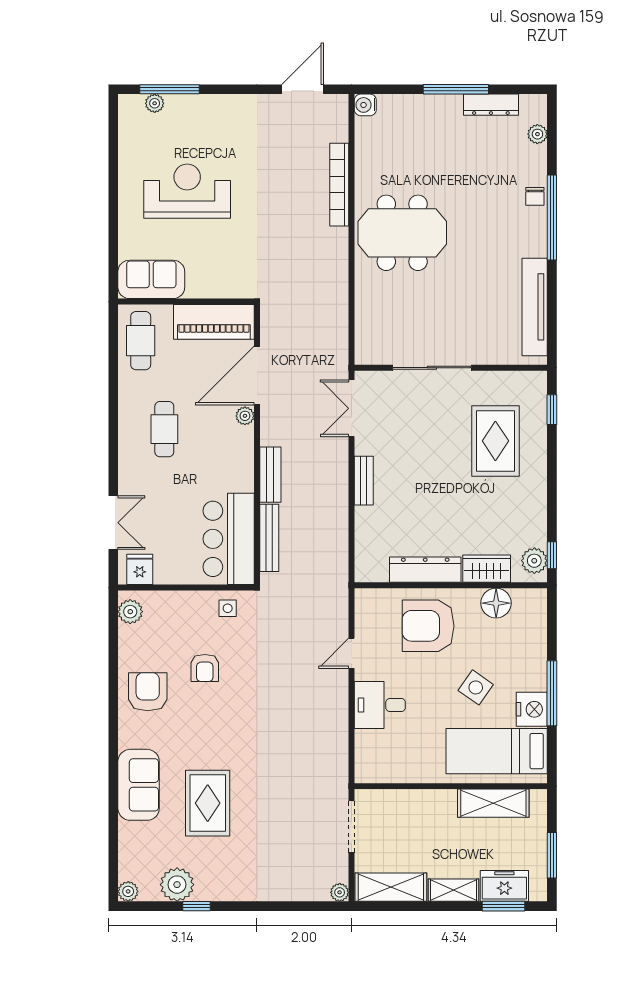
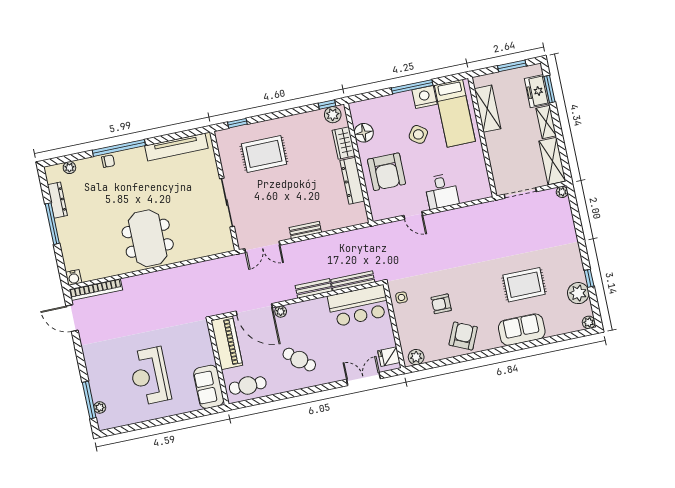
bookcase: (339, 185) -> (96, 290), moved
cafe table: (164, 429) -> (299, 360), turned 40
armchair: (205, 668) -> (441, 304), turned 180
armchair: (148, 692) -> (463, 336), turned 114

